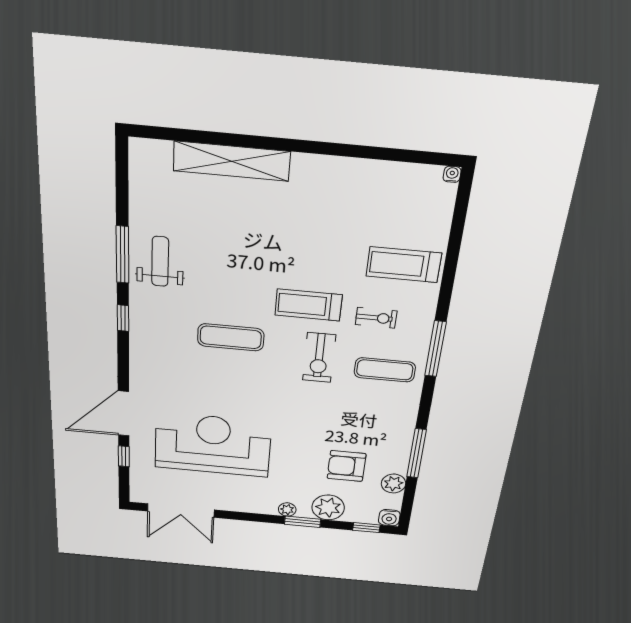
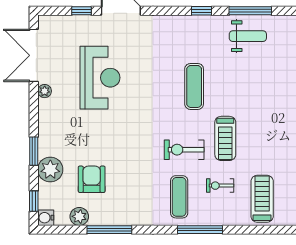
treadmill: (308, 305) -> (225, 138), turned 180
exercise bike: (376, 318) -> (220, 186), turned 90
reception desk: (213, 445) -> (100, 78), width x0.74, depth x0.77
plant: (287, 509) -> (45, 91), moved

